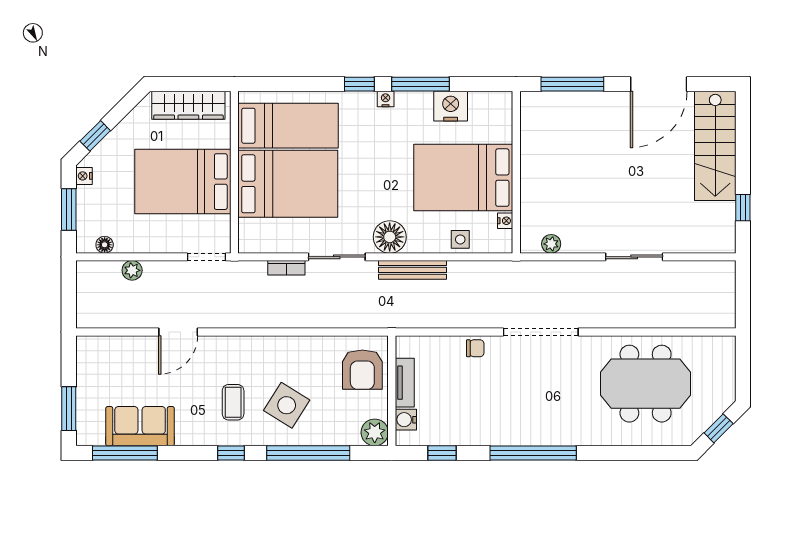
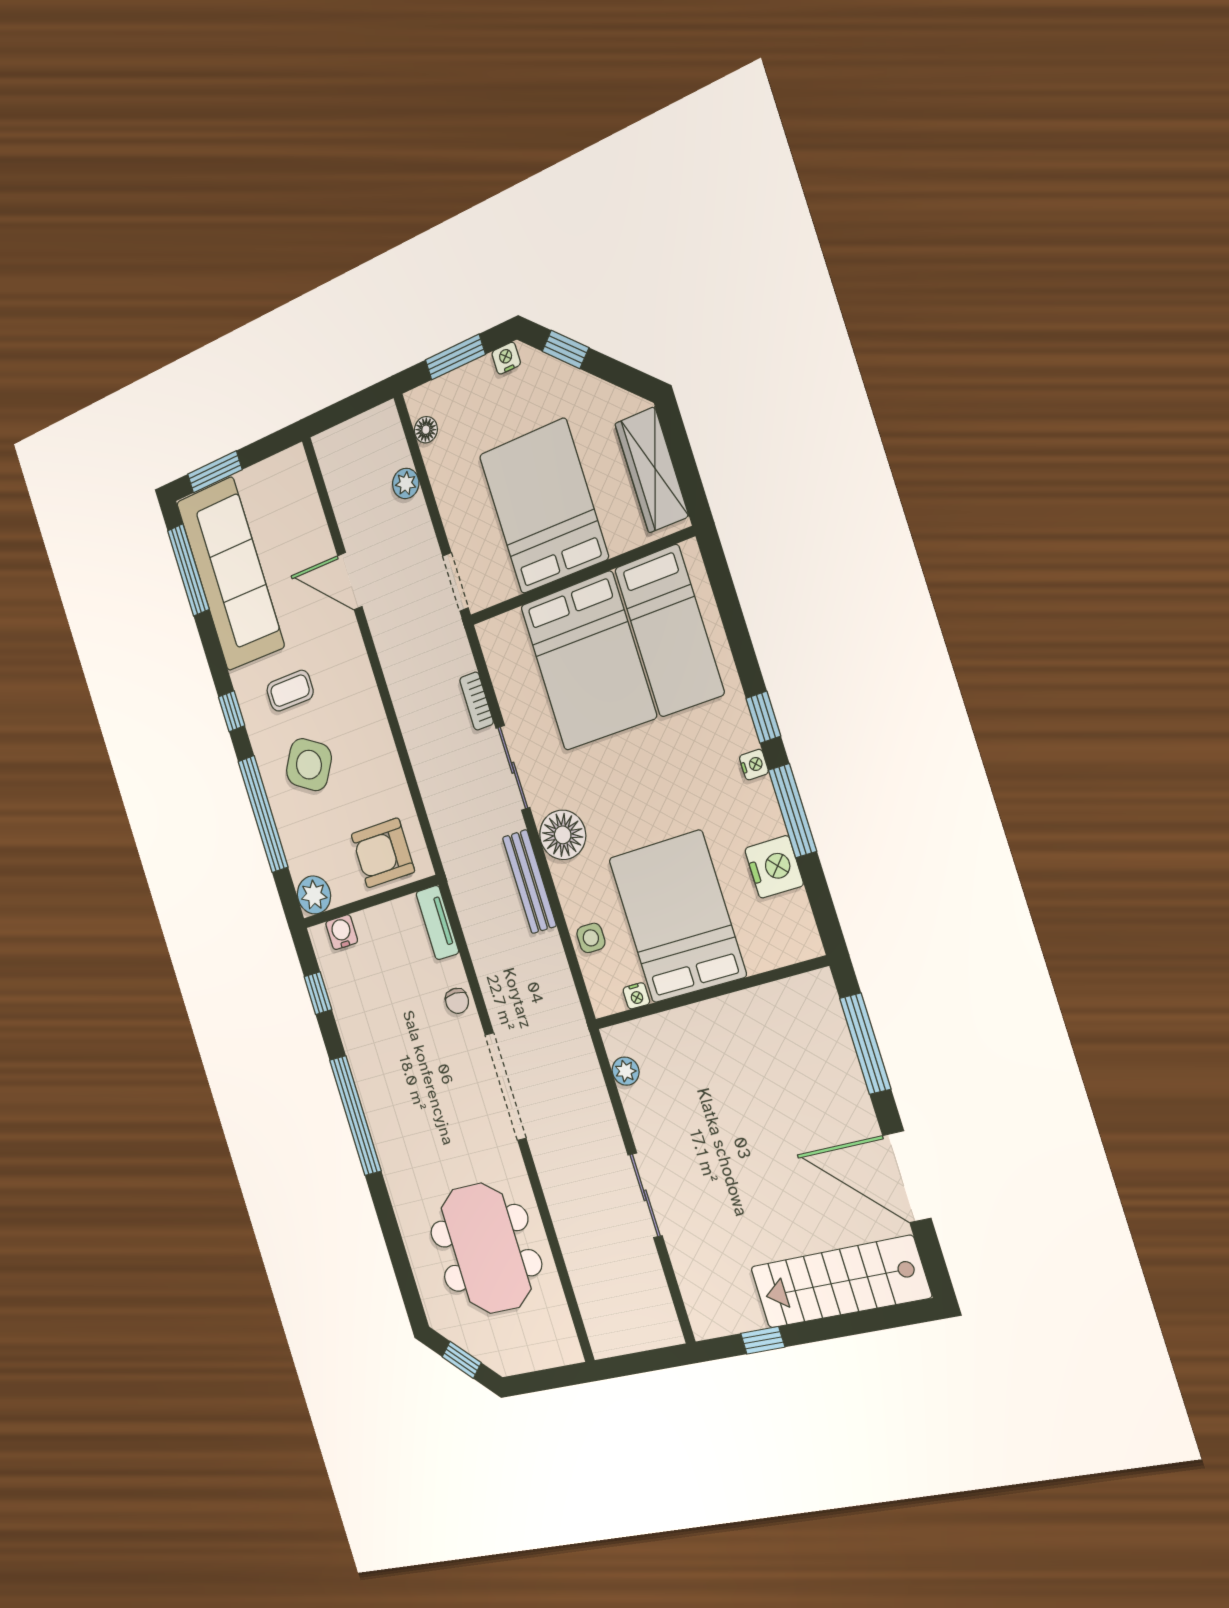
tv unit: (405, 383) -> (437, 923), moved, turned 90
sofa: (140, 426) -> (230, 574), width x1.85, depth x1.27

